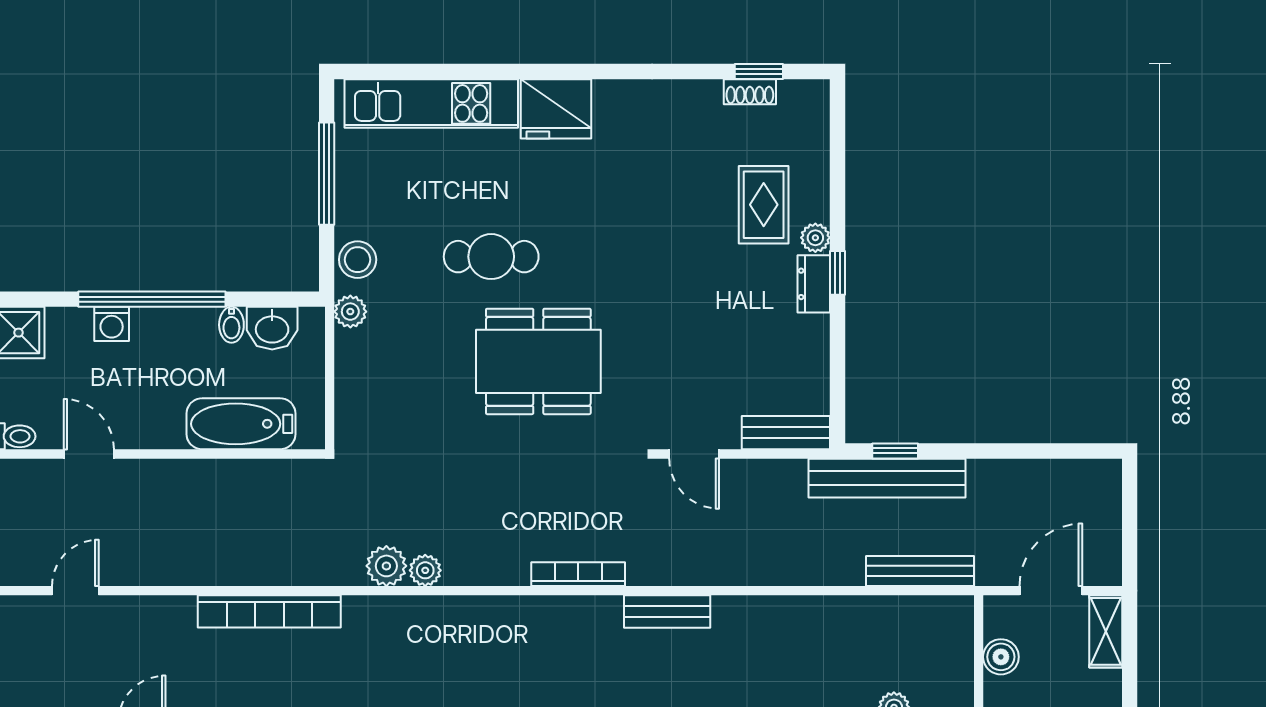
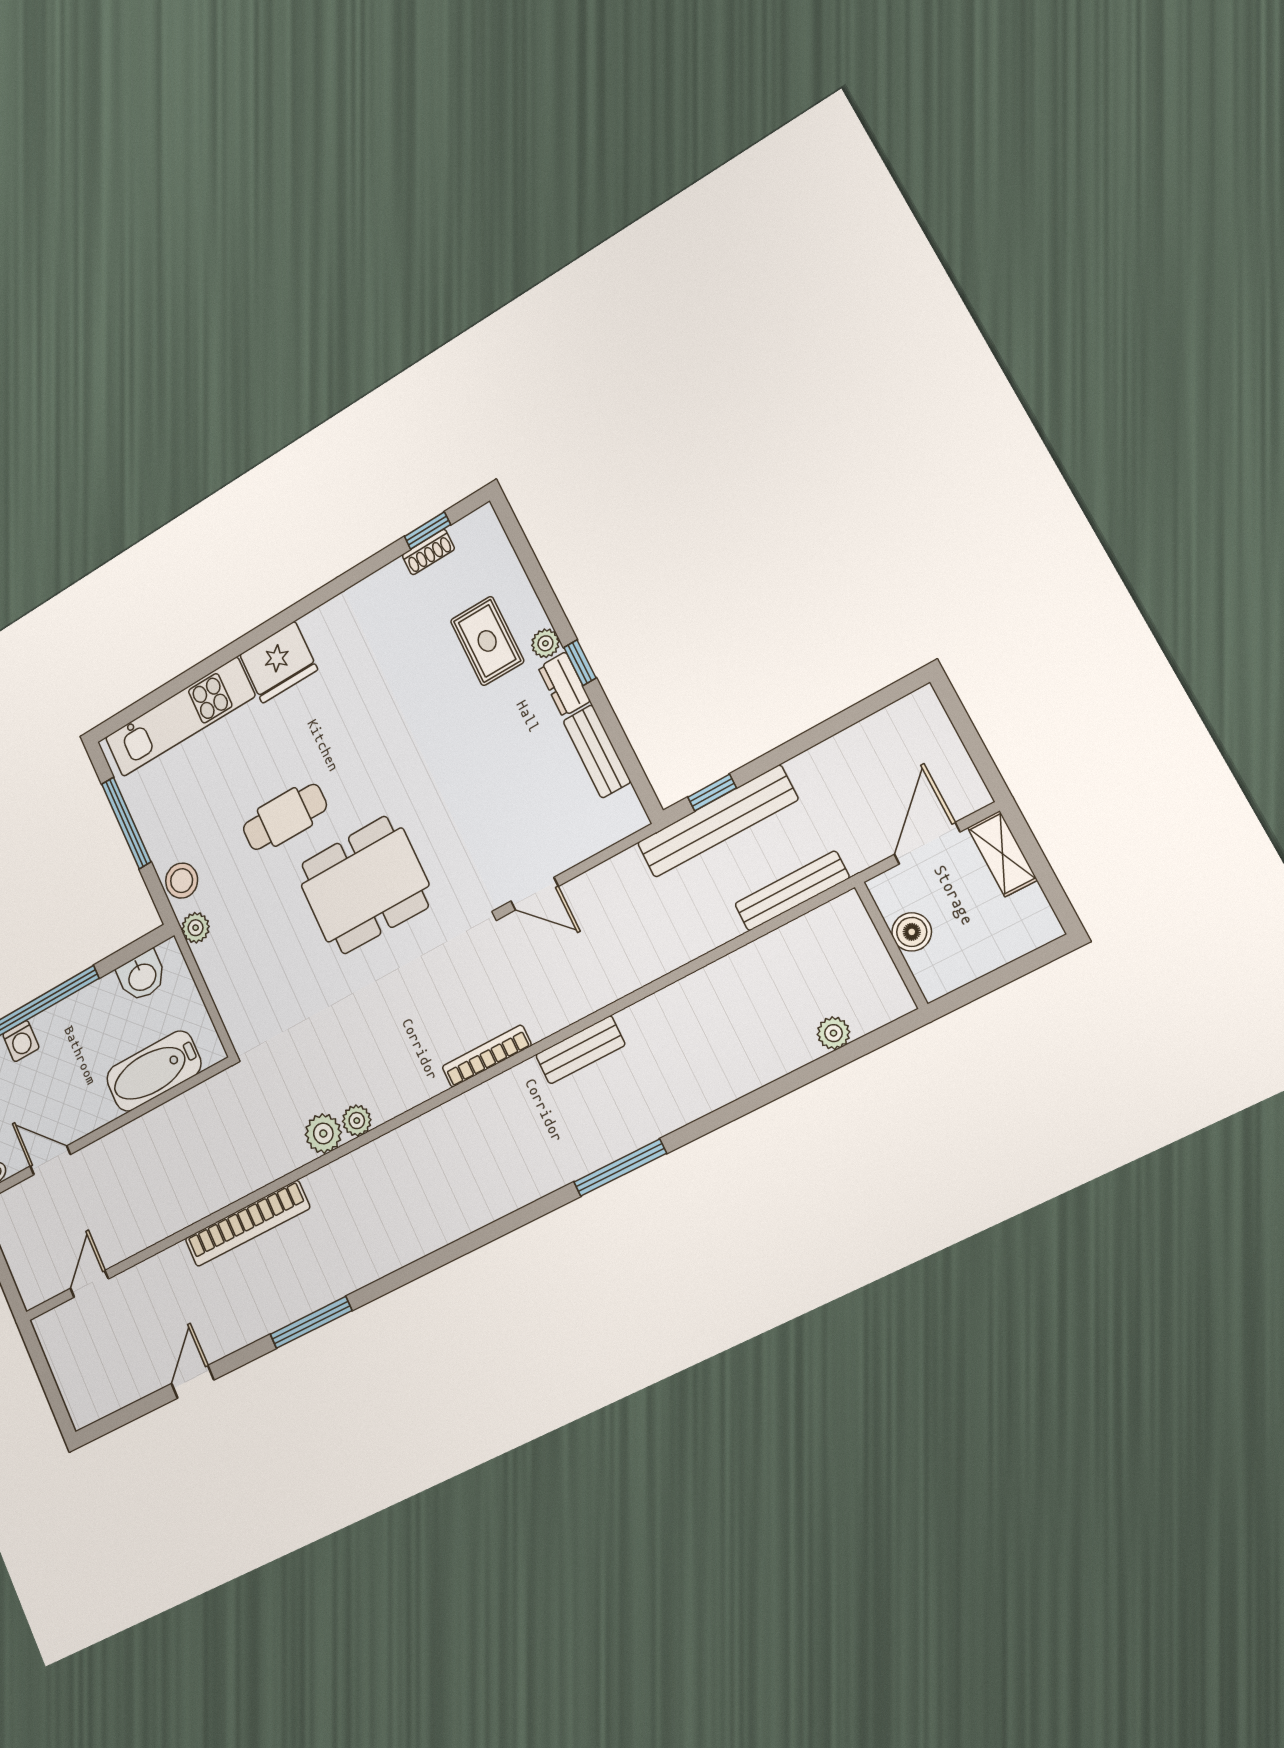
bidet: (231, 325) -> (110, 991), removed
bench: (786, 433) -> (597, 751), moved, turned 90

